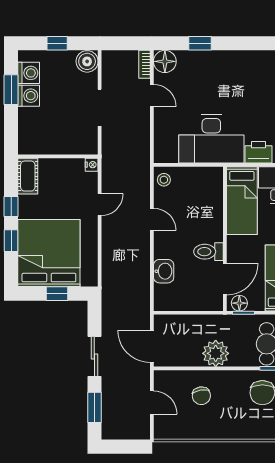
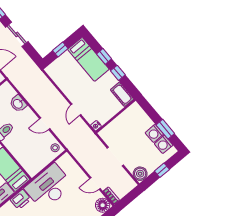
bed: (49, 253) -> (88, 59), width x0.49

